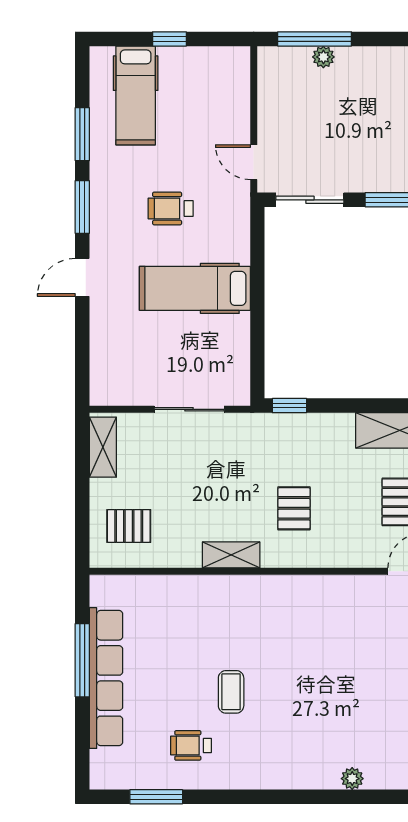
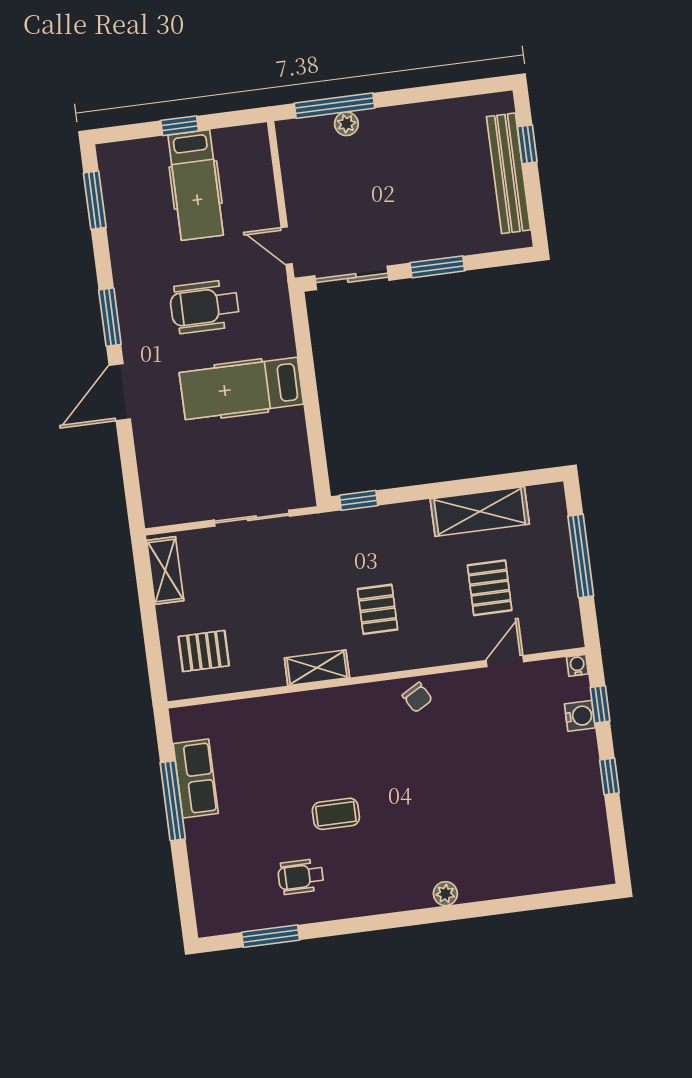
hospital bed: (136, 95) -> (196, 185), moved
window: (82, 134) -> (95, 200), moved
wheelchair: (171, 208) -> (204, 306), width x1.36, depth x1.37
door: (82, 277) -> (120, 392), width x1.38
chair: (320, 594) -> (417, 697), added
row of seats: (106, 678) -> (196, 779), width x0.50
coffee table: (231, 692) -> (336, 814), turned 90
plant: (352, 779) -> (445, 894), moved

